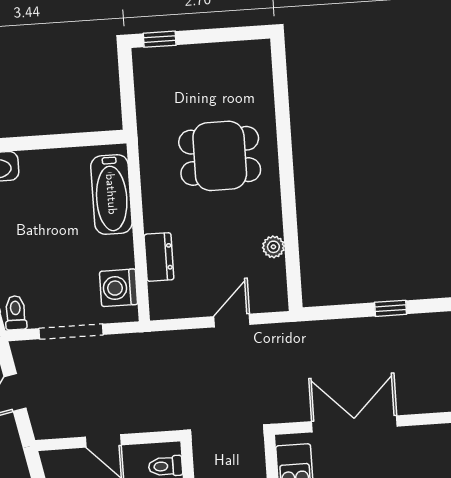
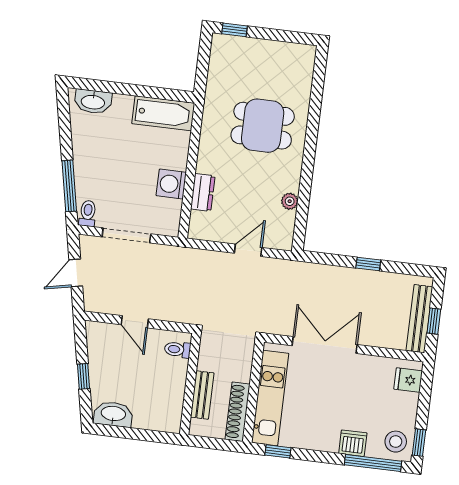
bathtub: (111, 194) -> (163, 113), moved, turned -90
washing machine: (119, 288) -> (171, 184), moved

